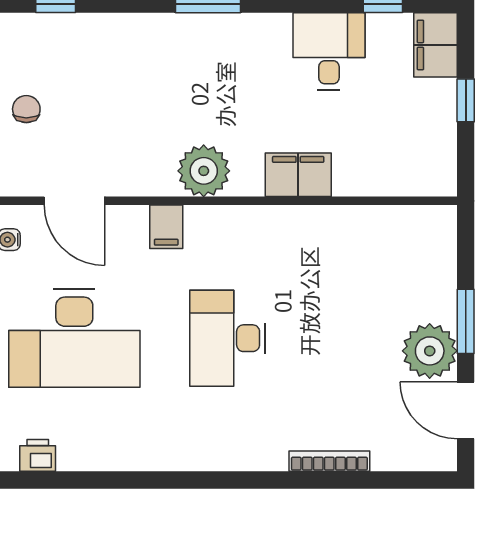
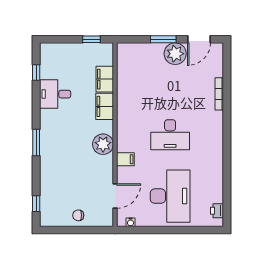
filing cabinet: (436, 45) -> (105, 79), moved, turned 90
window: (466, 100) -> (92, 39), moved

